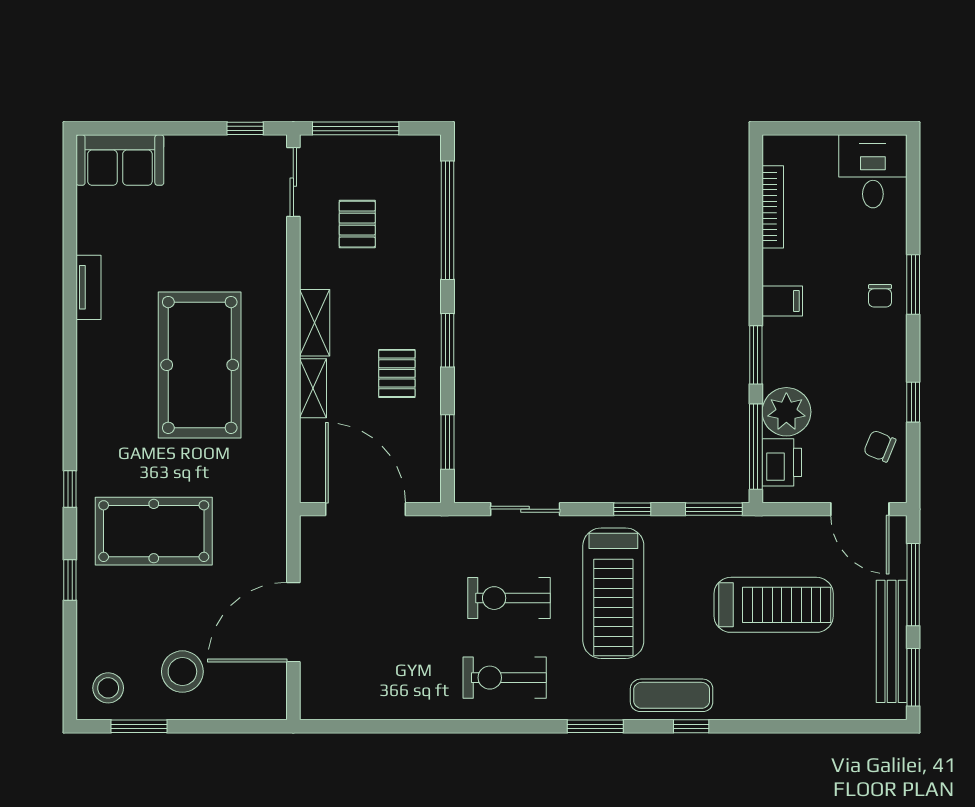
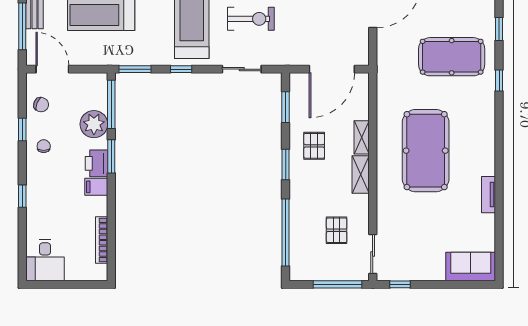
window: (913, 284) -> (22, 196), width x0.67
chair: (880, 296) -> (44, 146), moved
printer: (782, 462) -> (97, 163), moved
door: (366, 509) -> (332, 69), hinge flipped

